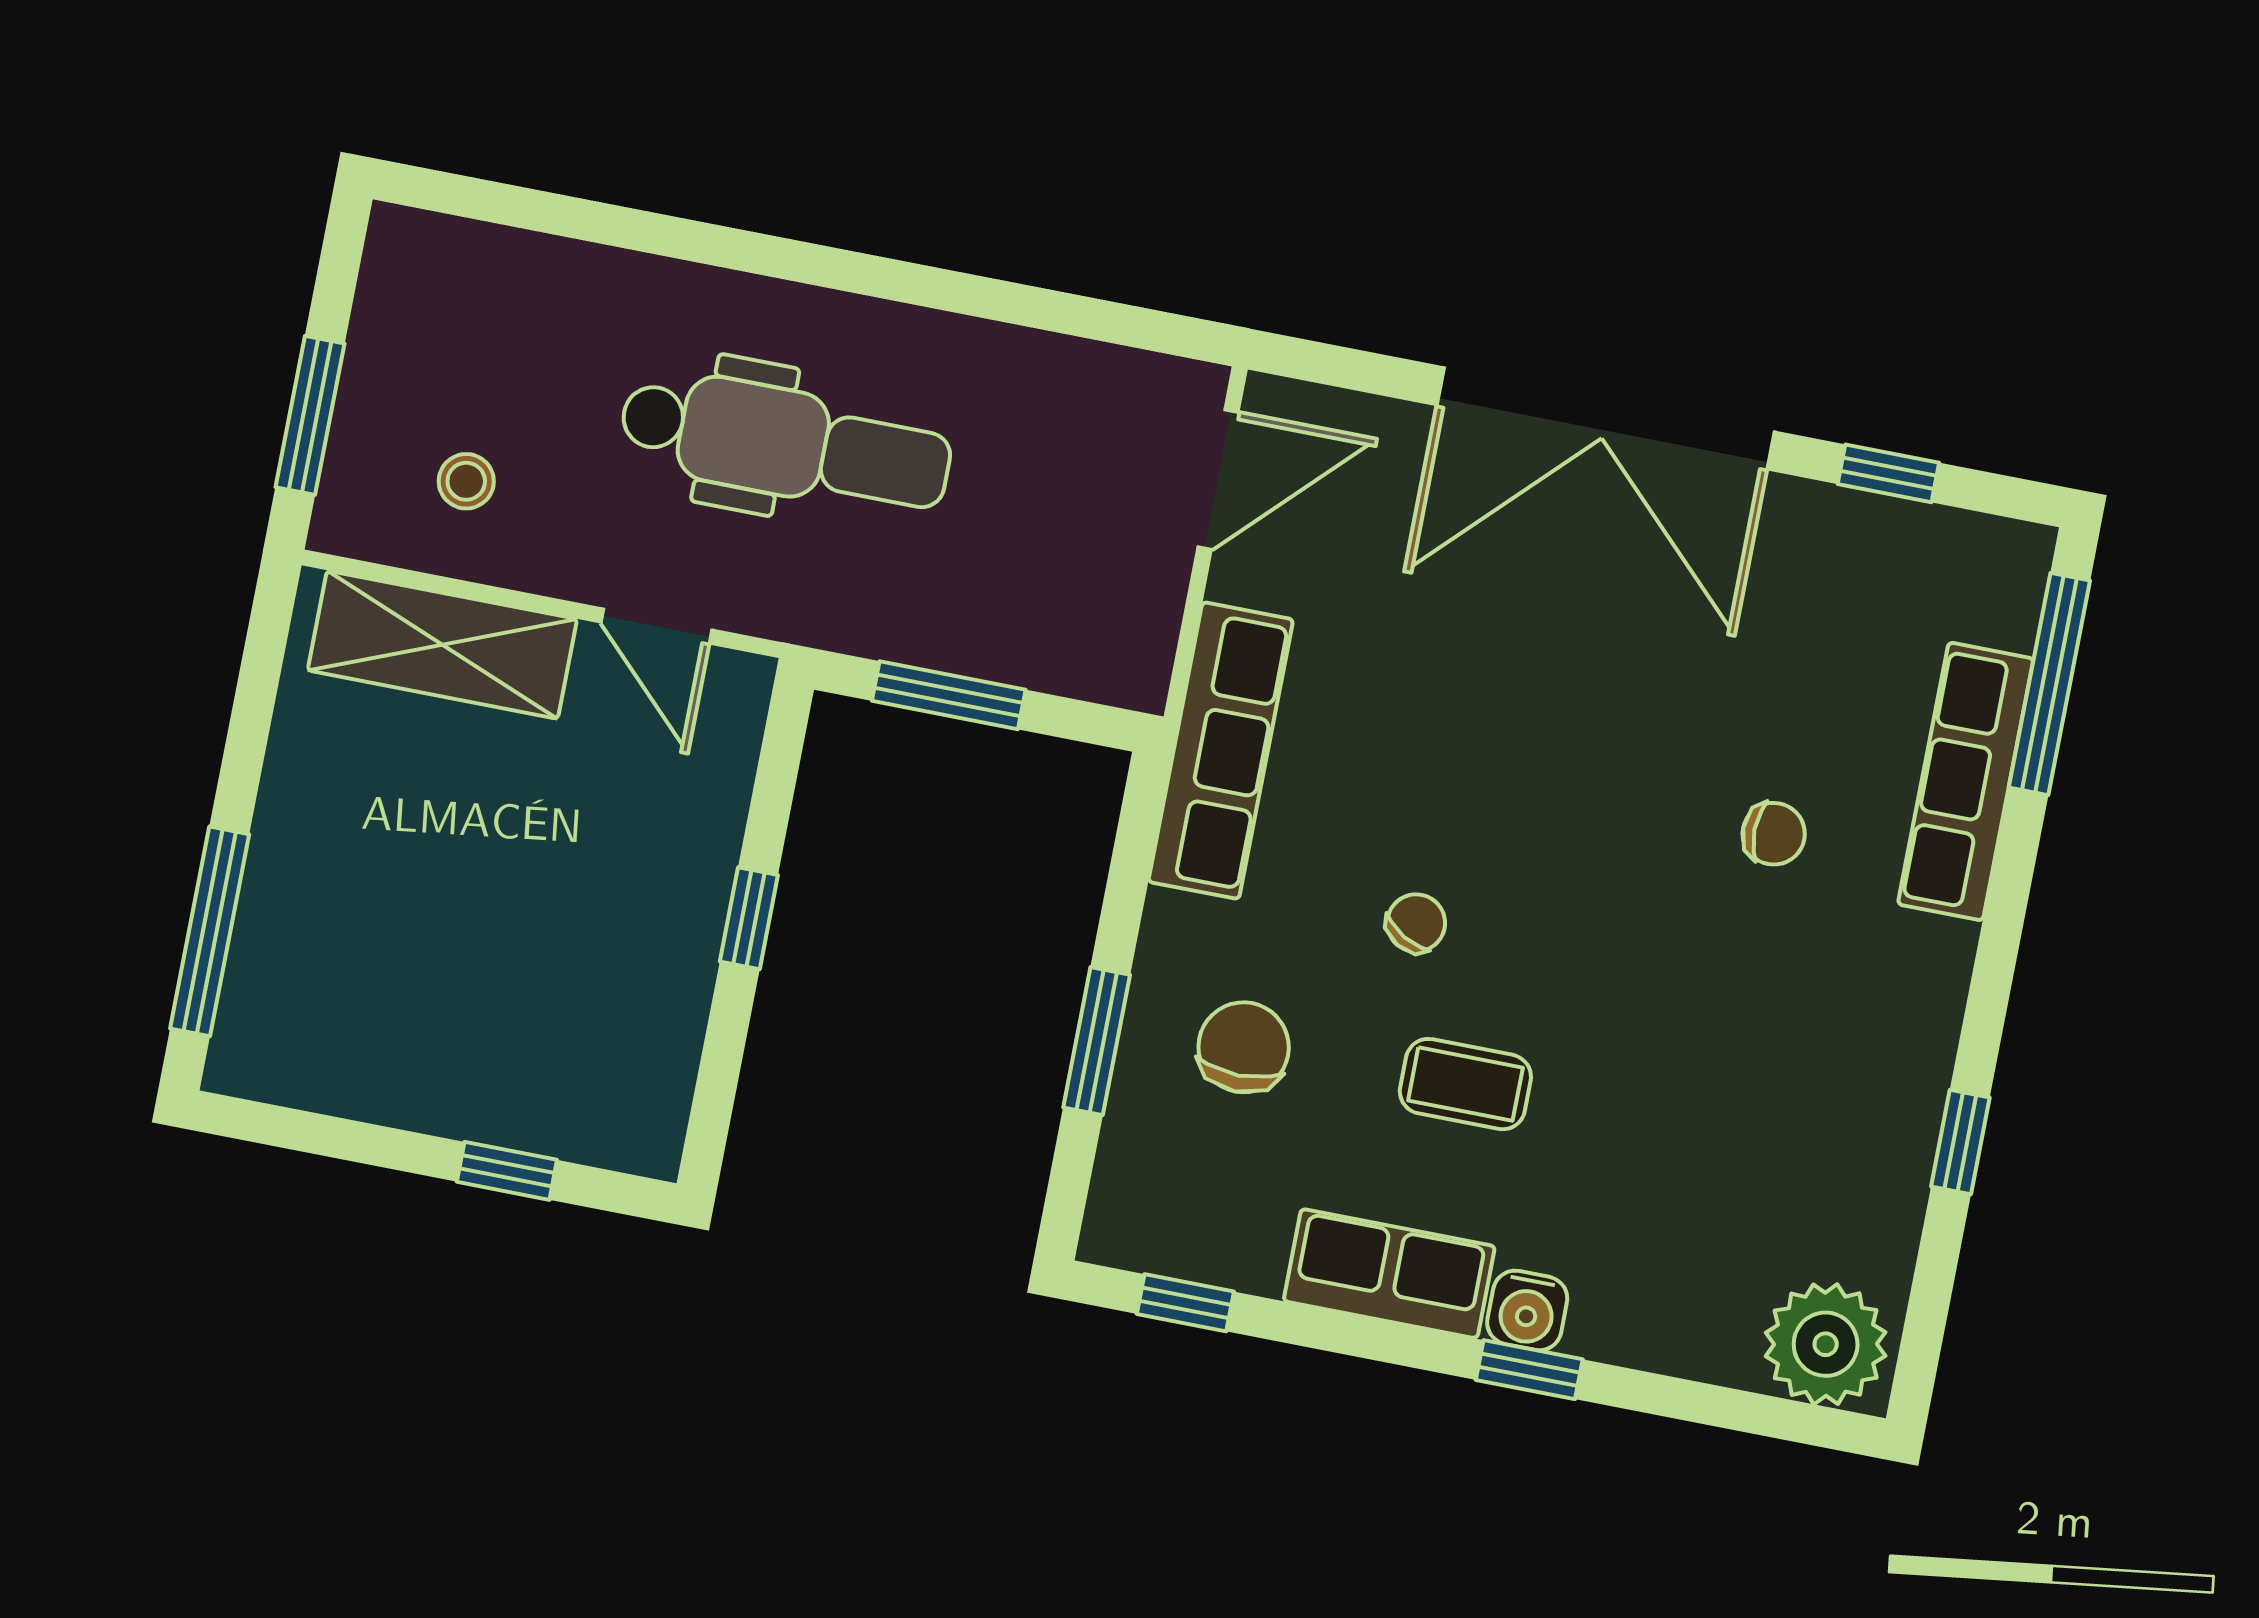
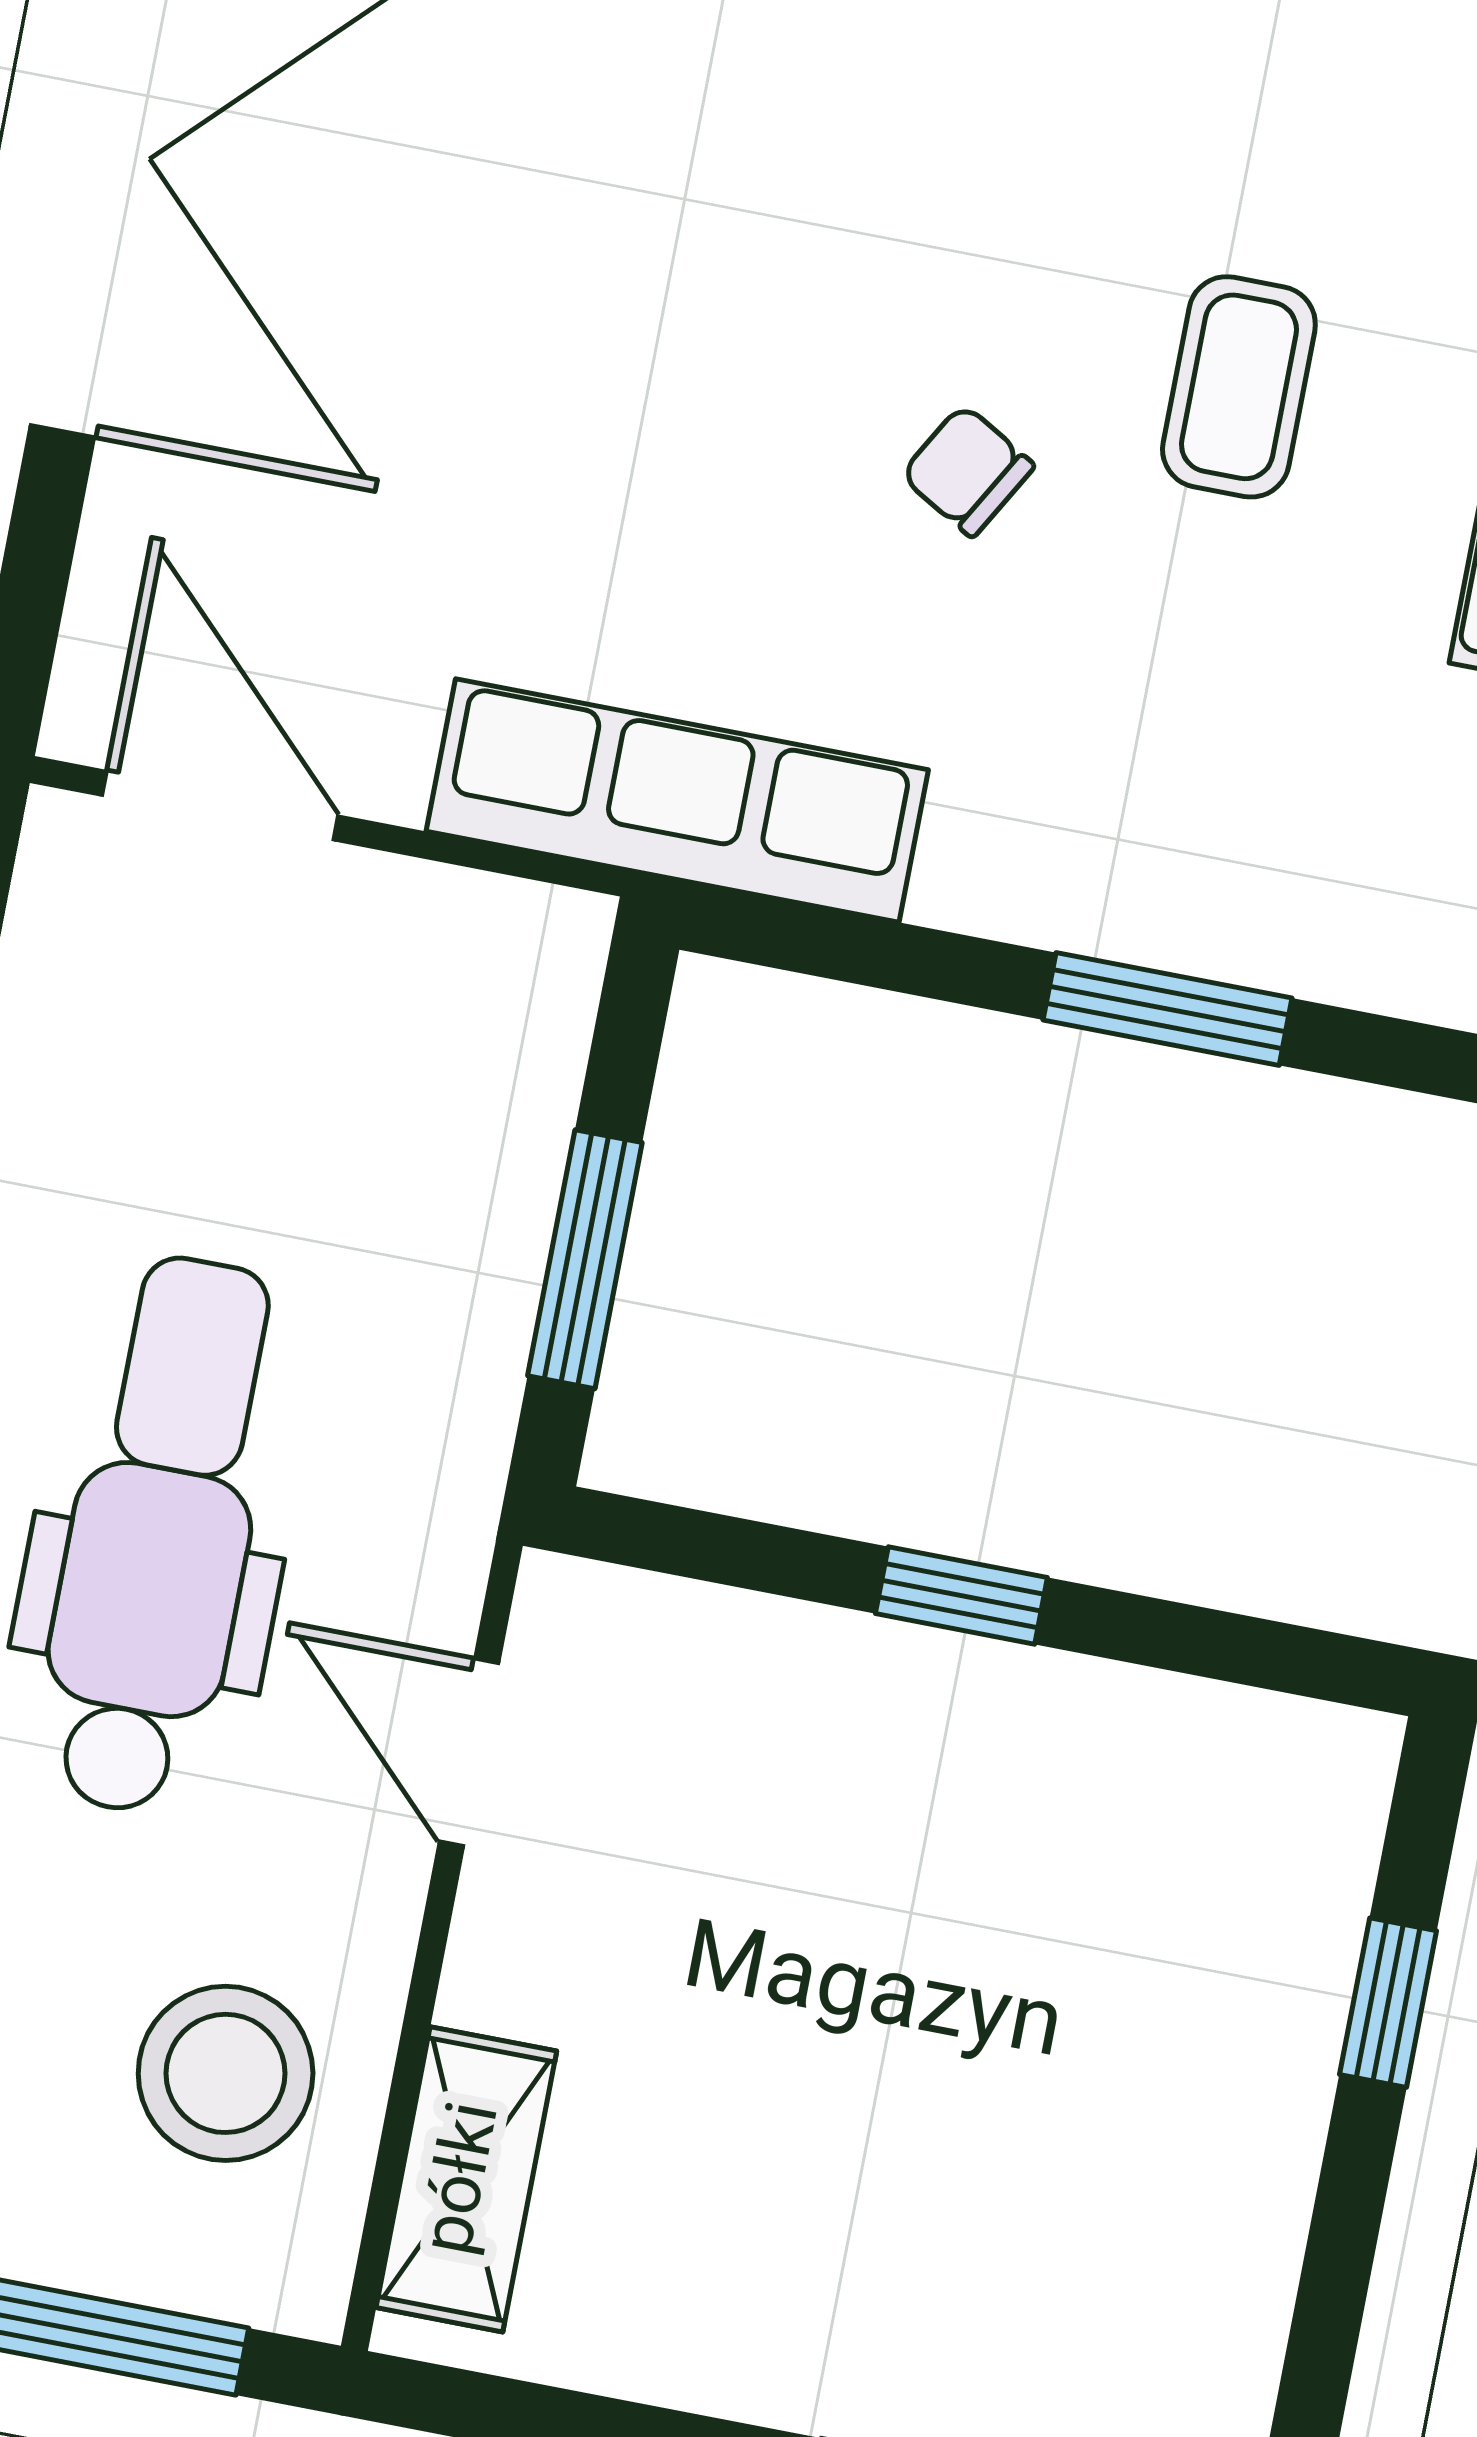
stool: (466, 481) -> (226, 2073), width x1.89, depth x1.89
door: (656, 626) -> (469, 1752), swing flipped
shelving: (442, 645) -> (466, 2179), width x0.67, depth x0.75
chair: (1244, 1047) -> (1178, 761), removed

